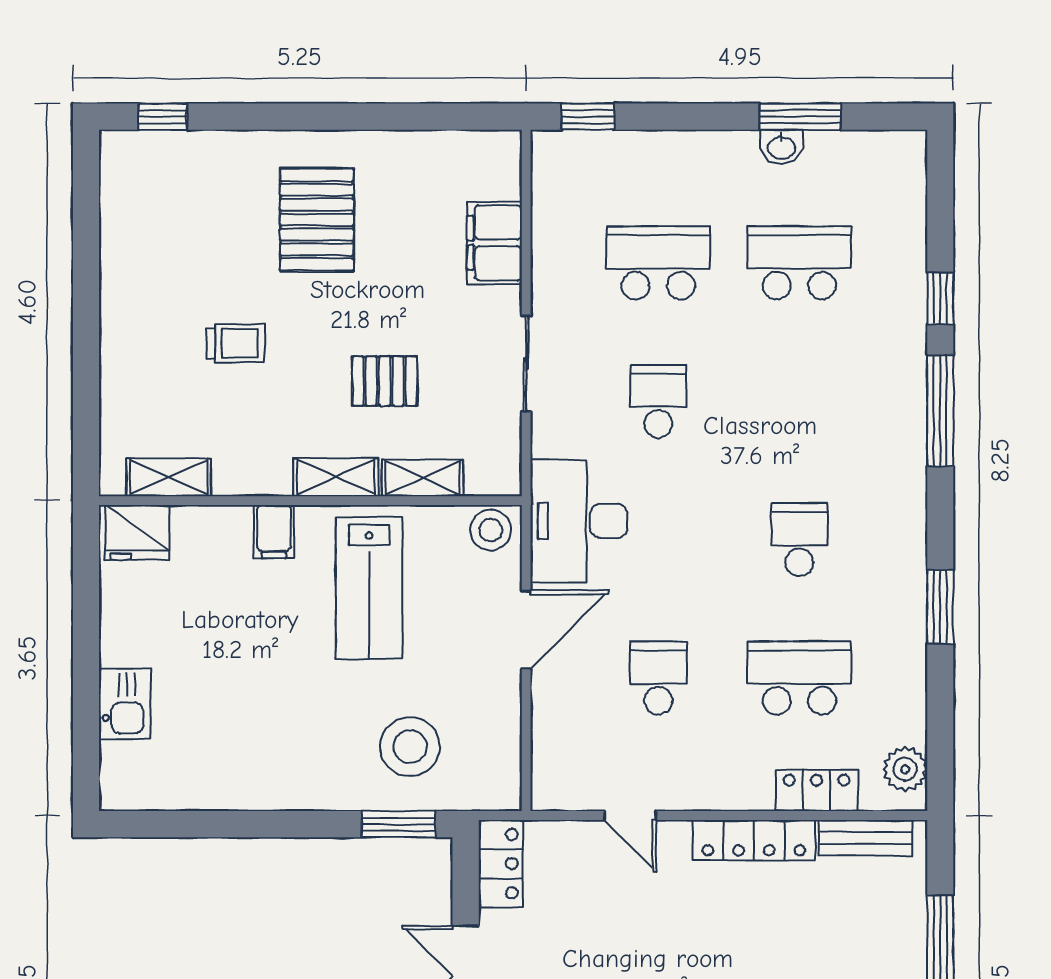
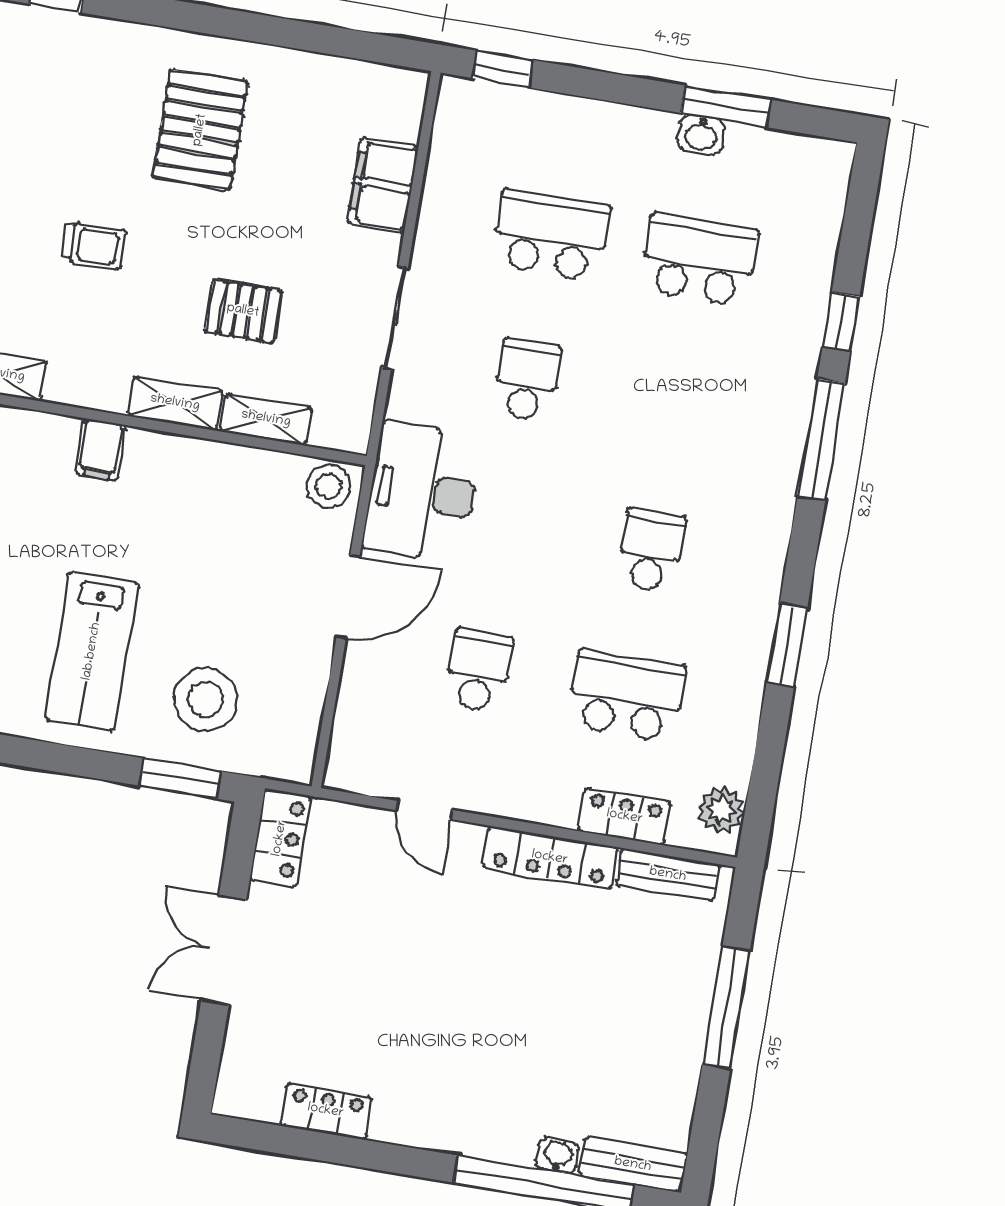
lab bench: (369, 588) -> (92, 651), moved

